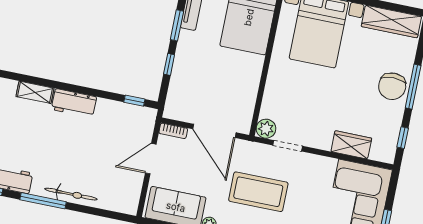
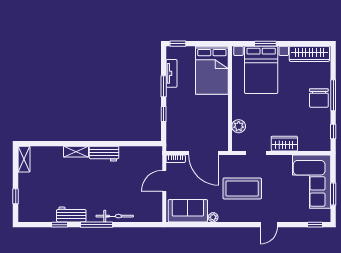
window: (134, 101) -> (145, 144), removed
plant: (266, 129) -> (239, 126), moved
wardrobe: (351, 145) -> (284, 144), moved

